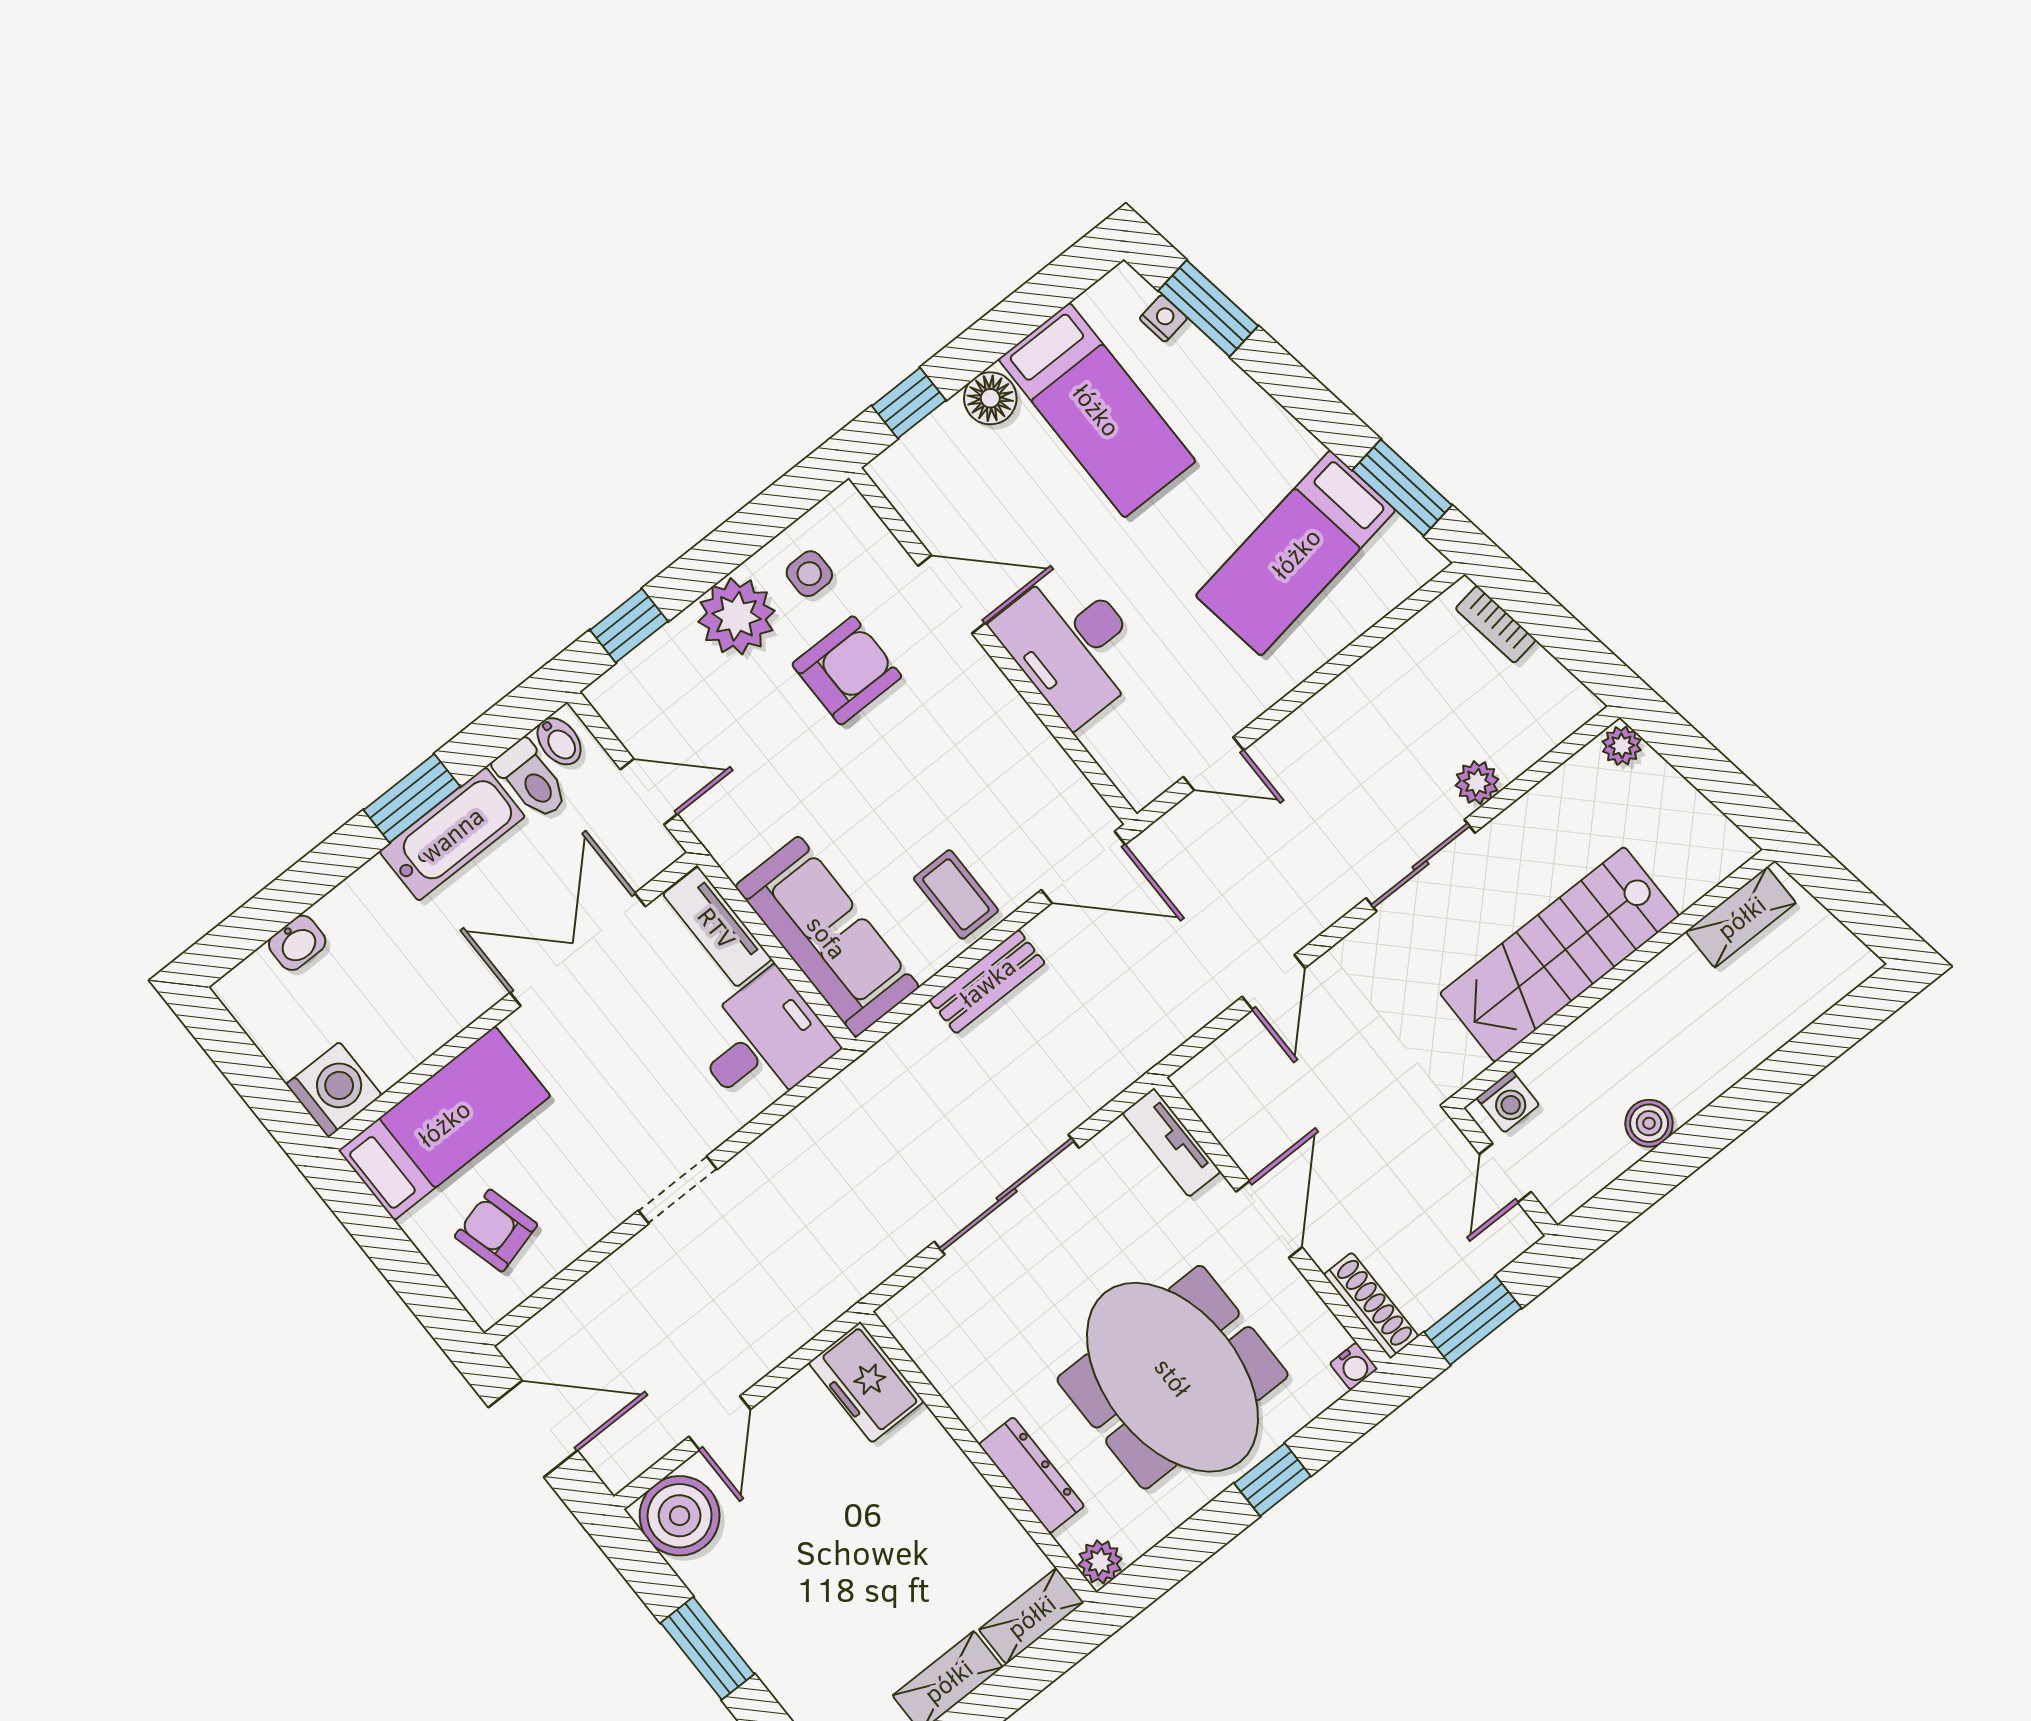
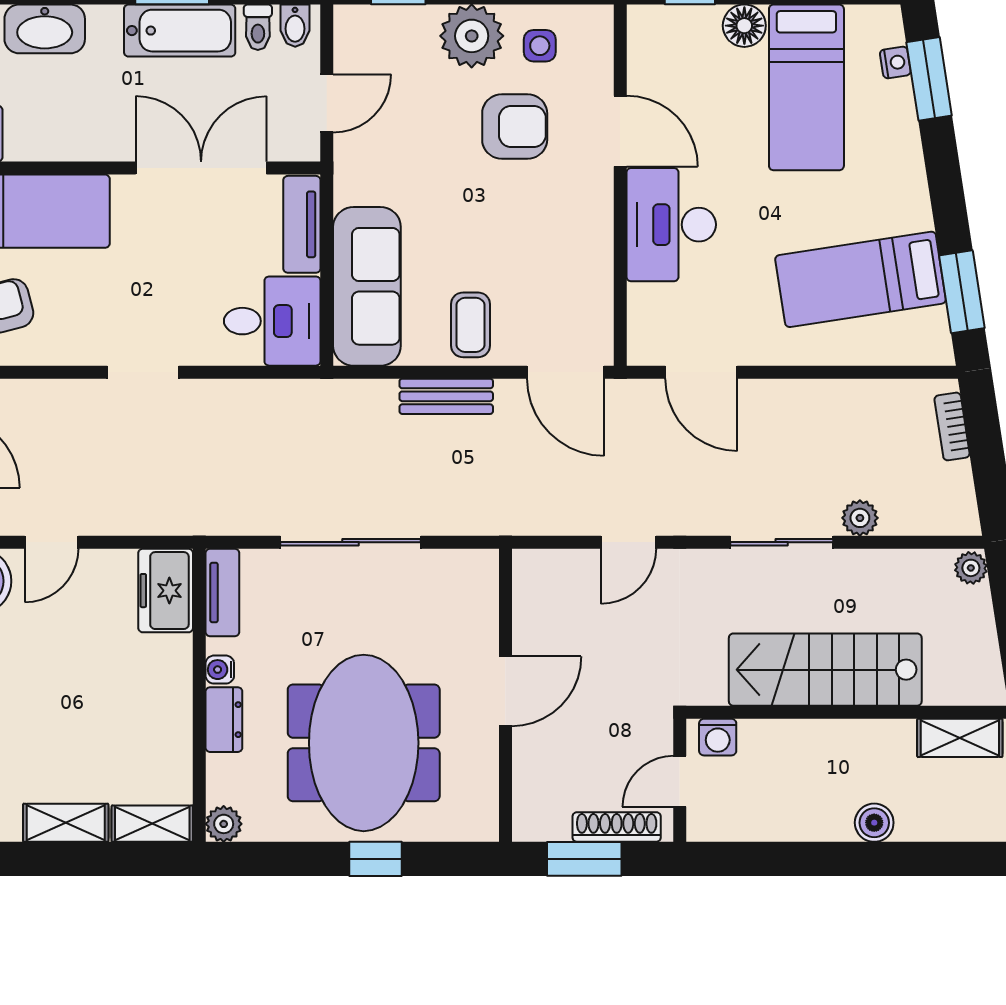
door: (1214, 764) -> (701, 372), width x1.38
toilet: (531, 780) -> (258, 27), width x0.73, depth x0.72
door: (649, 792) -> (327, 103), hinge flipped
washbasin: (297, 943) -> (45, 29), width x1.91, depth x1.45
boiler: (1649, 1123) -> (874, 823), moved
tv unit: (1172, 1142) -> (222, 593), moved, turned 180
shoe rack: (1371, 1305) -> (617, 827), moved, turned -90
water cooler: (1354, 1366) -> (220, 670), moved, turned 90
dresser: (1032, 1475) -> (224, 720), width x0.70

